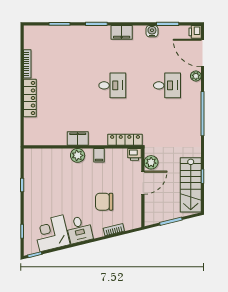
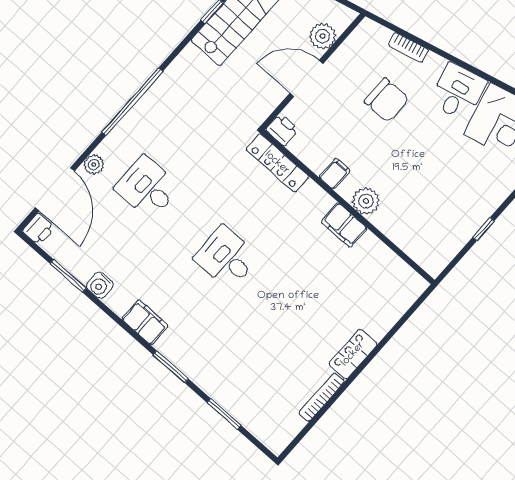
locker: (30, 98) -> (353, 354), width x0.66
plant: (151, 162) -> (323, 36), moved

